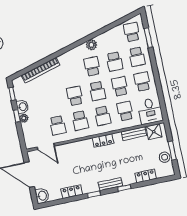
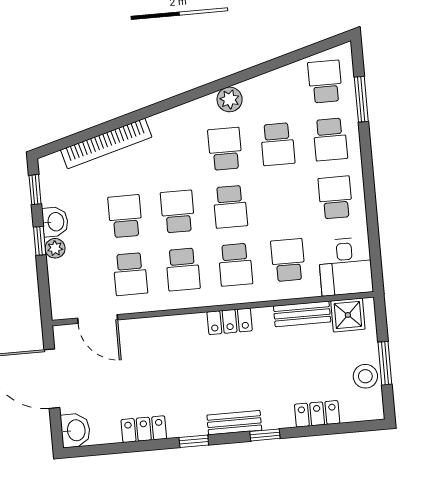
school desk: (120, 86) -> (125, 216), moved

